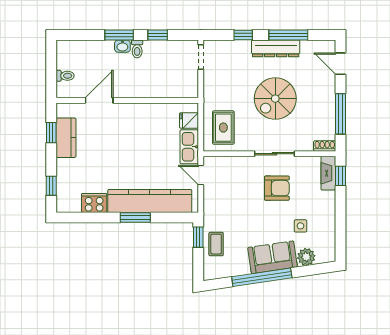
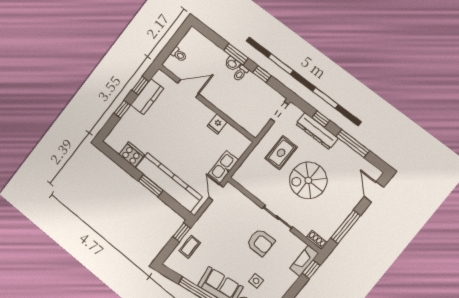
dresser: (276, 48) -> (317, 131), moved
fridge: (189, 120) -> (217, 124), moved, turned -90
rug: (223, 128) -> (281, 153), moved
window: (51, 186) -> (122, 109), moved

